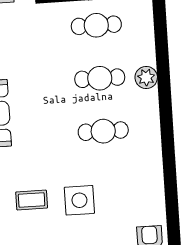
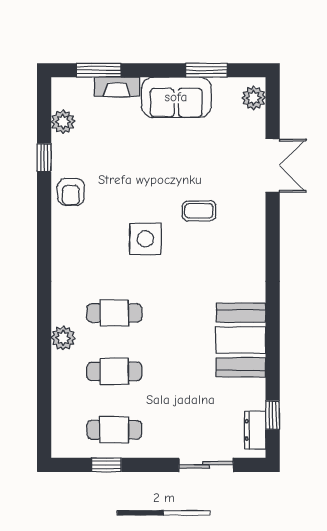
plant: (146, 77) -> (63, 338), moved
coffee table: (32, 200) -> (199, 211), moved

